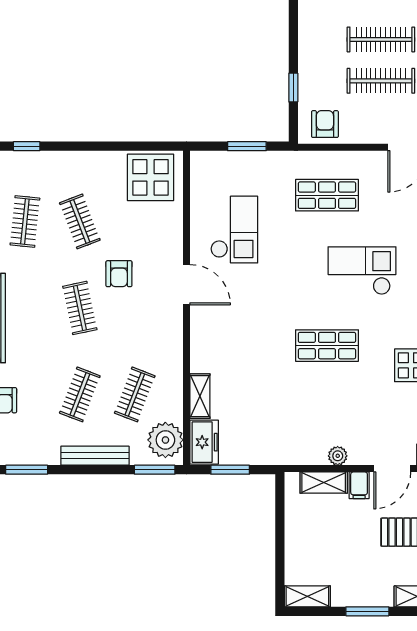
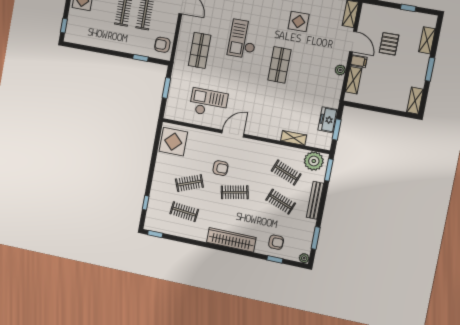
freezer: (204, 442) -> (328, 120), moved, turned -90

